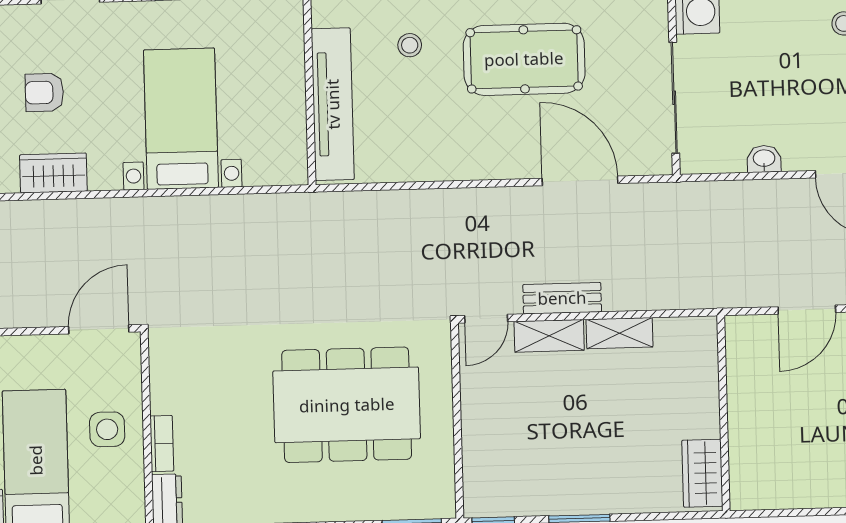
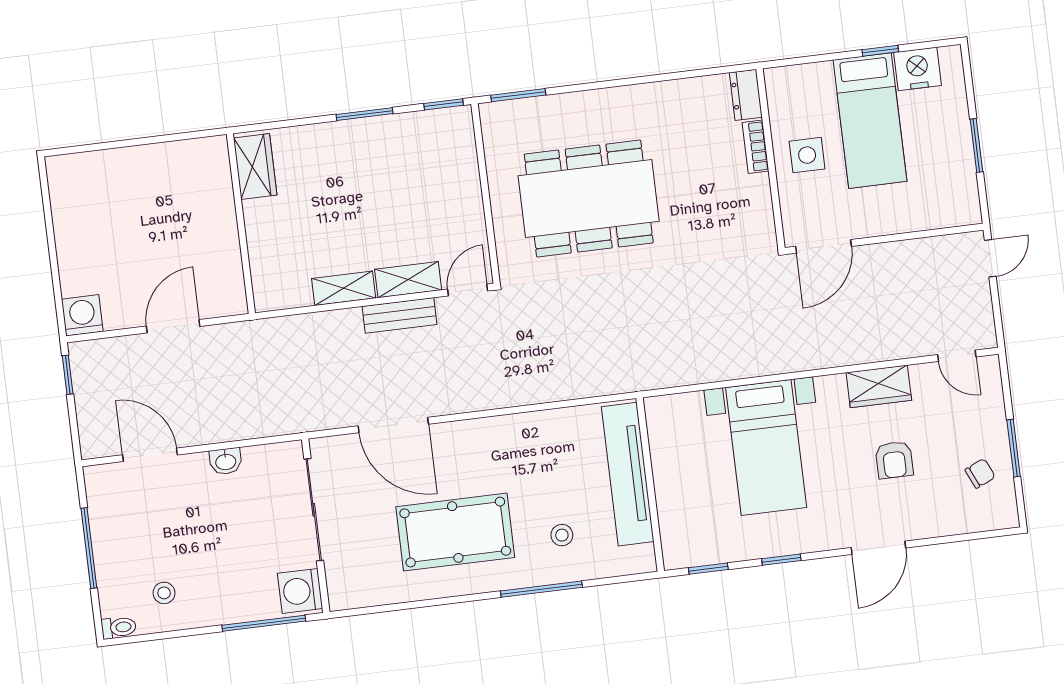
armchair: (44, 92) -> (894, 460), turned 90

